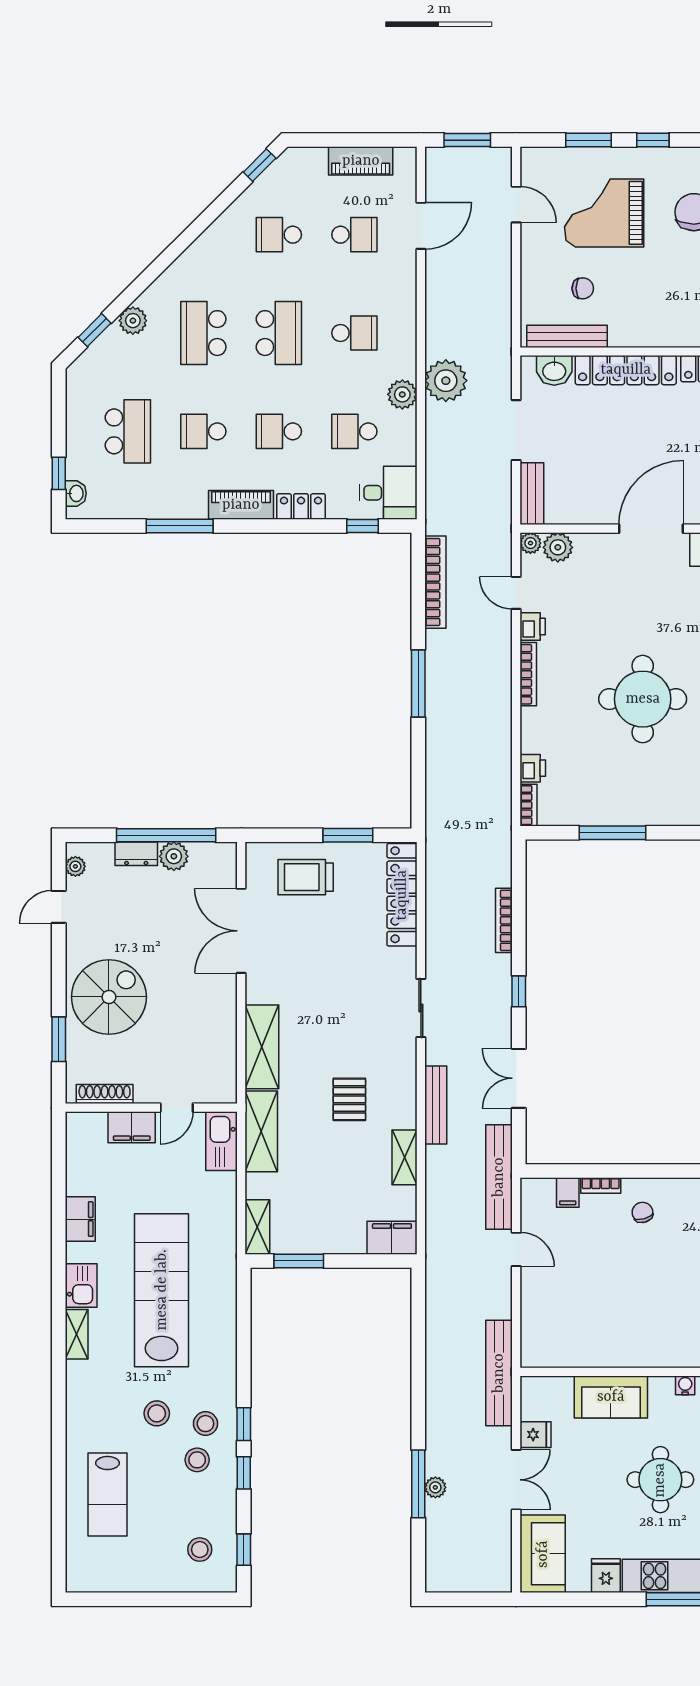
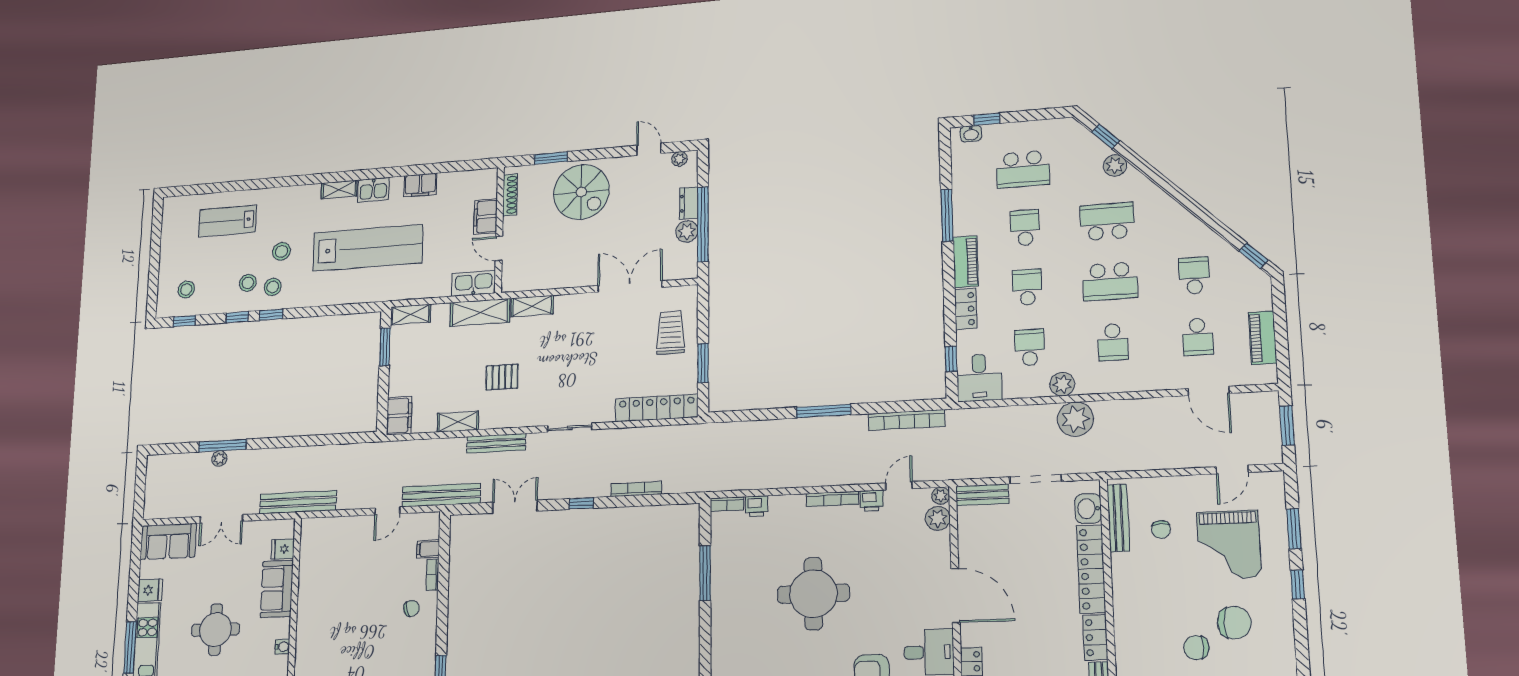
grand piano: (604, 213) -> (1229, 545), turned 180
shelving: (262, 1047) -> (532, 306), width x0.67, depth x0.75
fridge: (535, 1435) -> (283, 549), moved, turned 90

